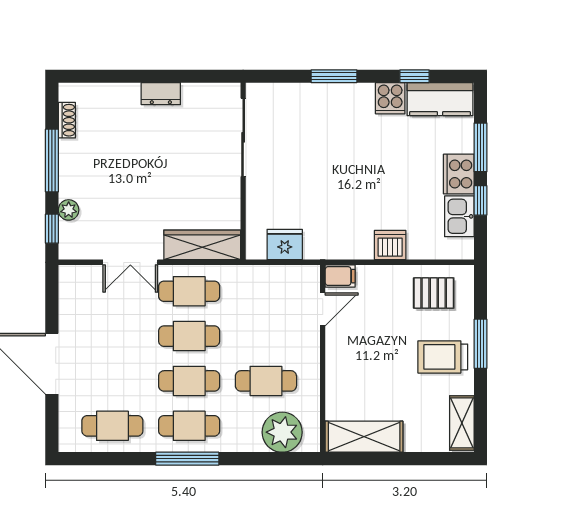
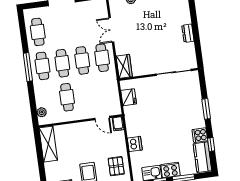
wardrobe: (202, 245) -> (124, 66), width x0.67
plant: (282, 432) -> (42, 112), width x0.53, depth x0.53

